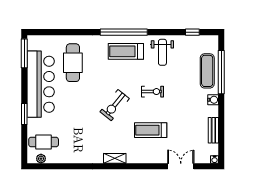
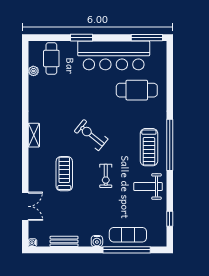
treadmill: (126, 51) -> (149, 147), turned 180
plant: (41, 159) -> (33, 71), moved

